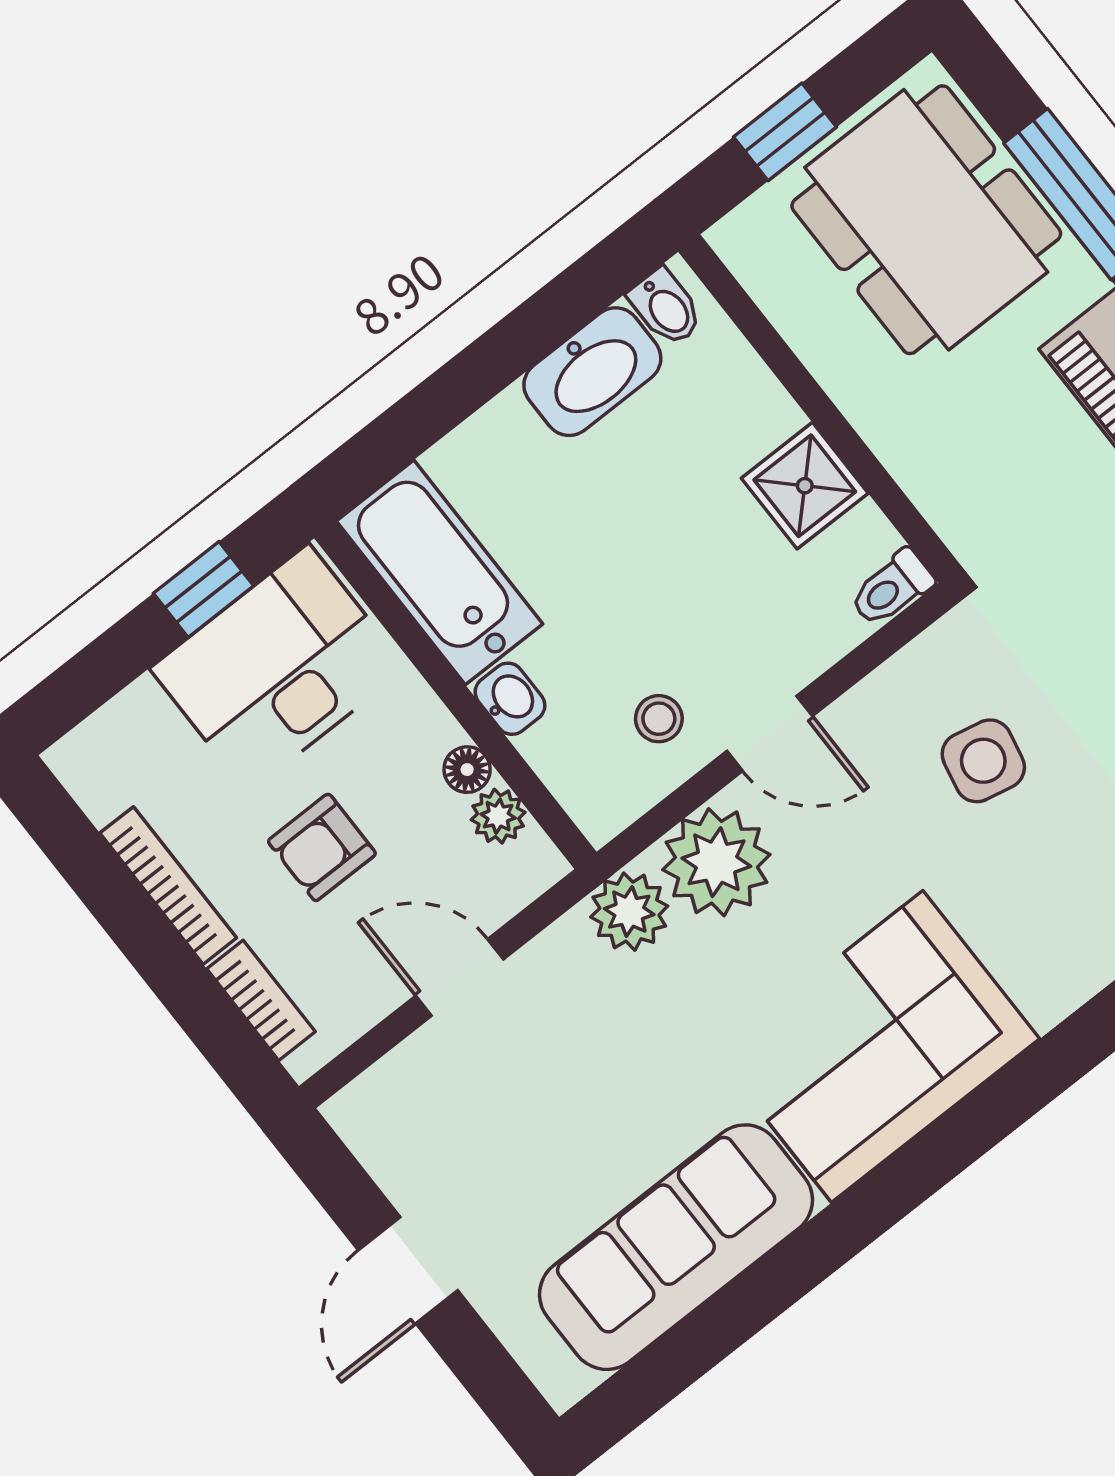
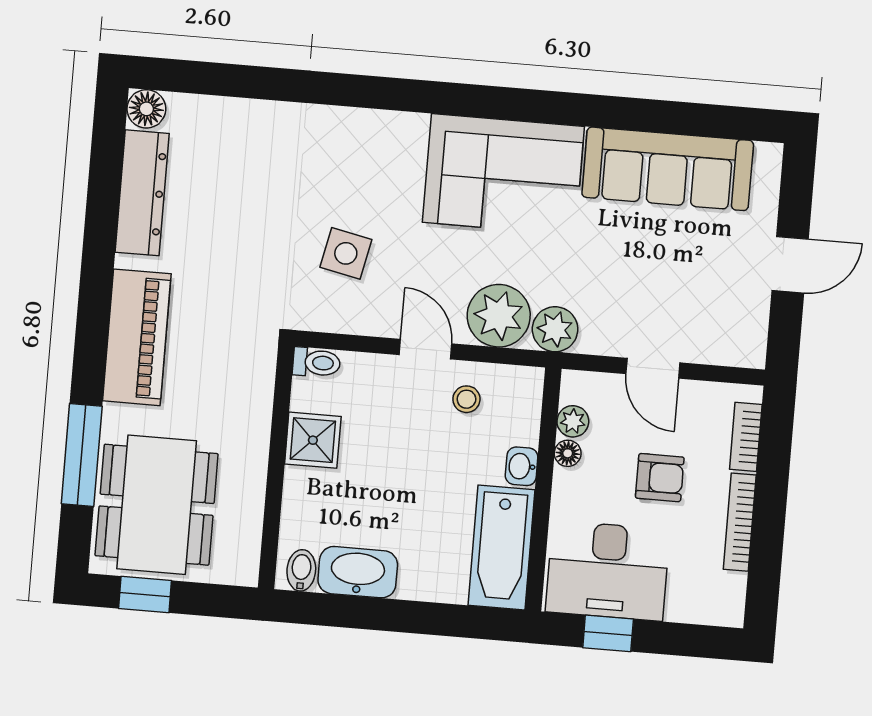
window: (785, 132) -> (145, 594), moved

